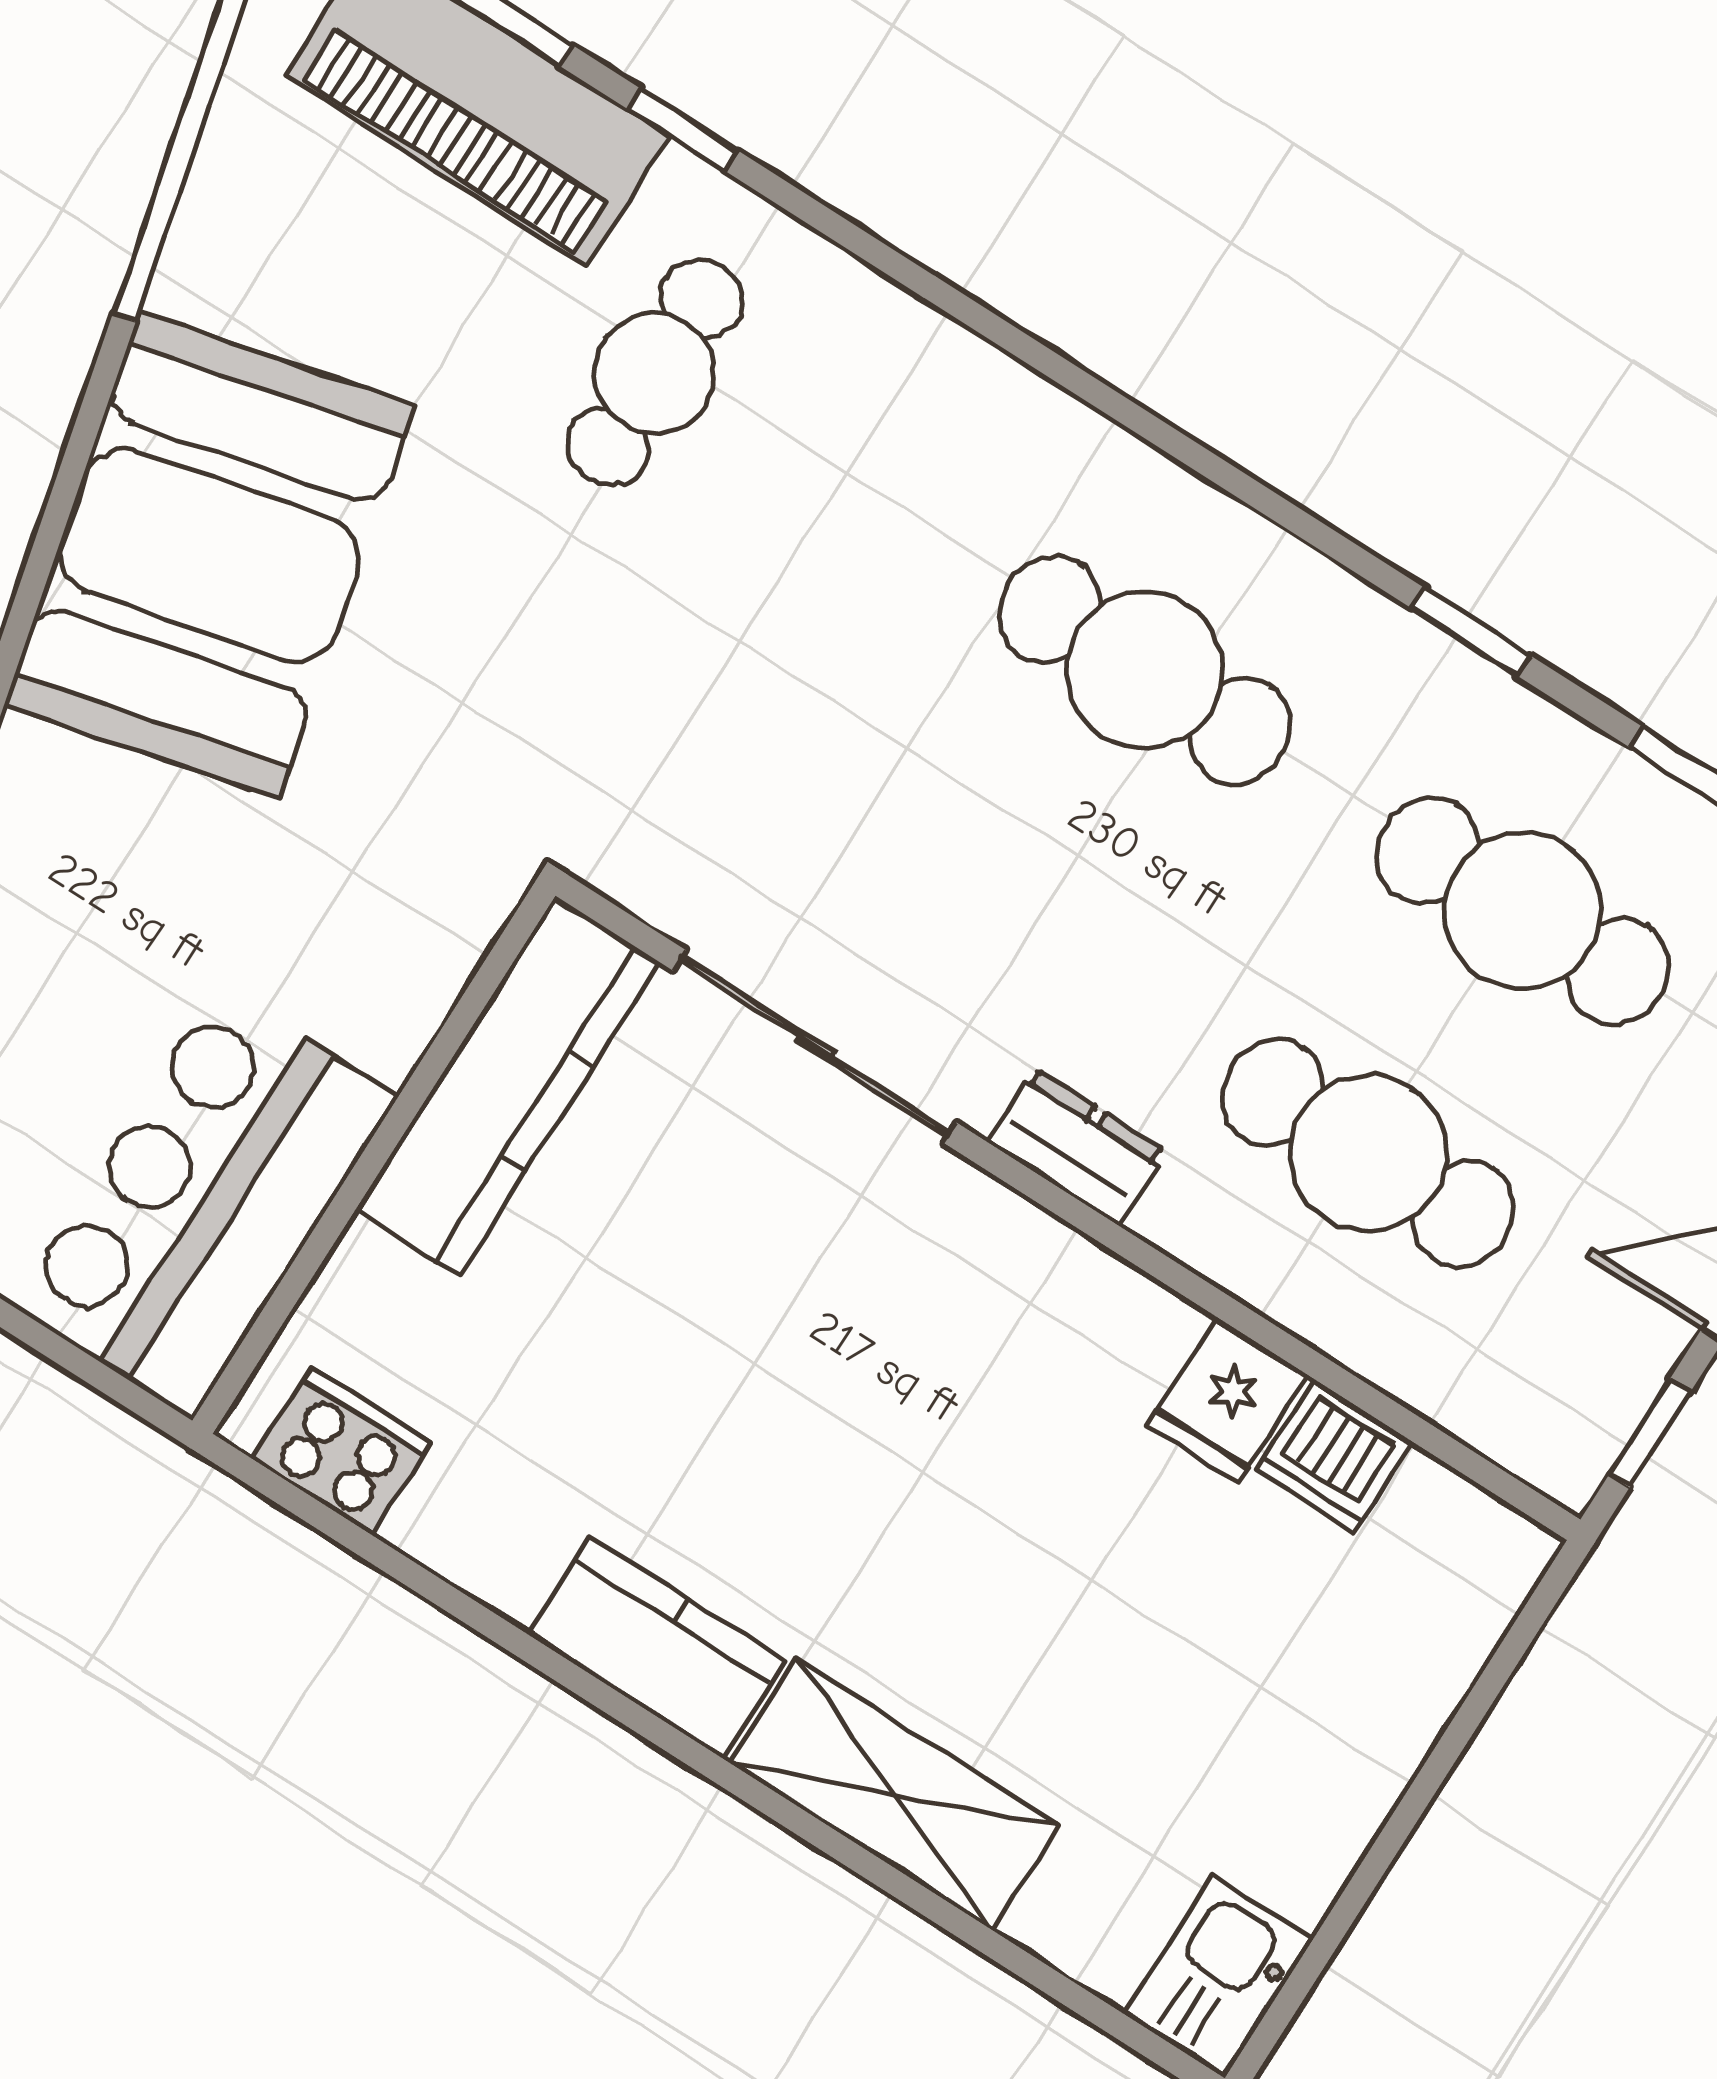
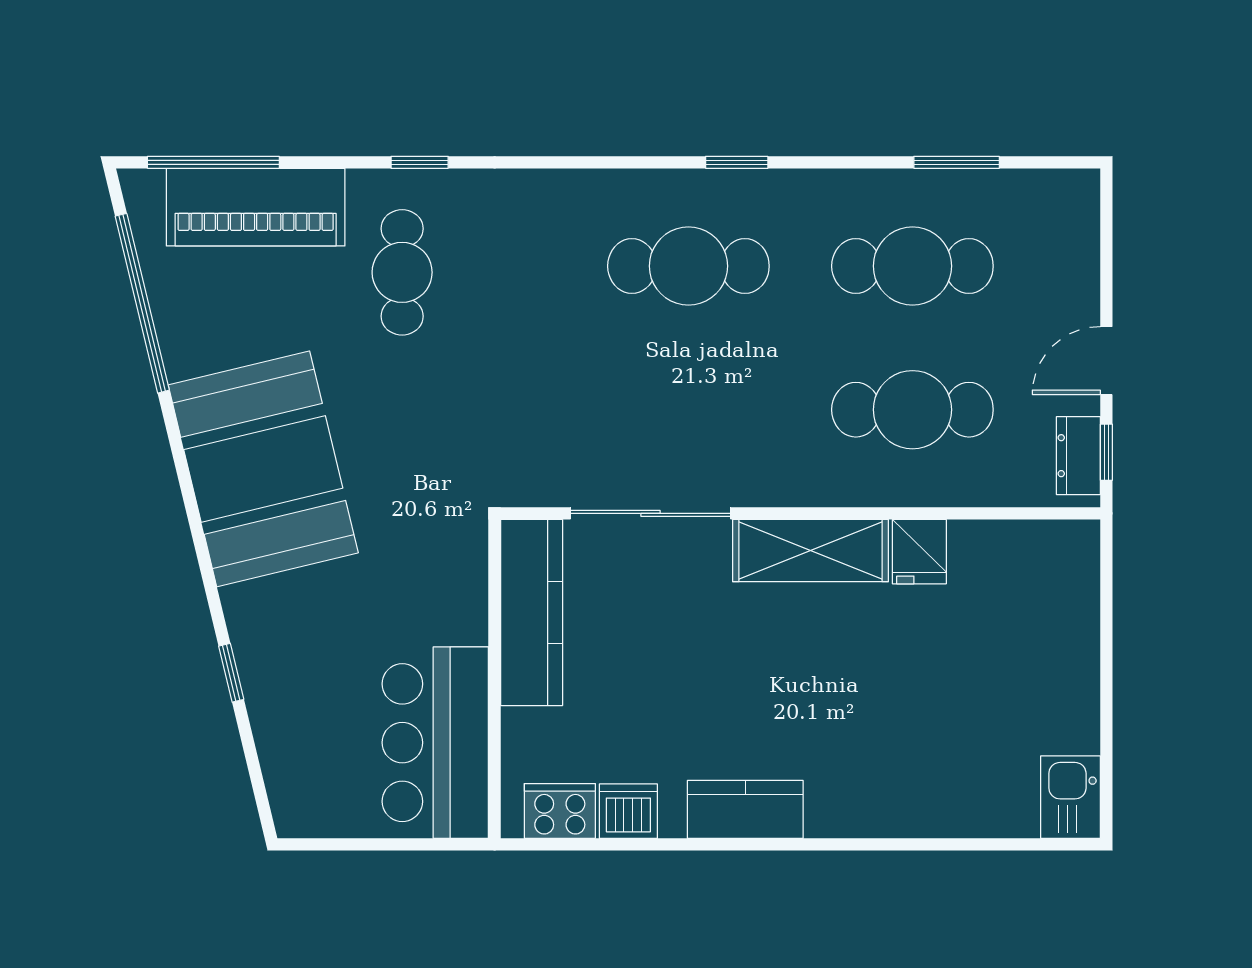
window: (683, 130) -> (420, 162), moved
window: (1472, 632) -> (737, 162), moved
dresser: (1077, 1147) -> (1078, 456), moved, turned -90
dishwasher: (1334, 1456) -> (628, 811), moved, turned 180
shelving: (895, 1794) -> (810, 551), moved

